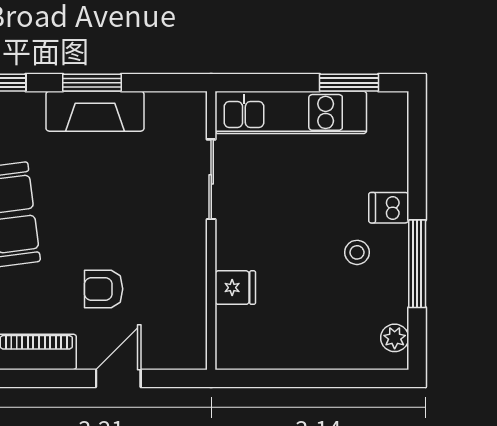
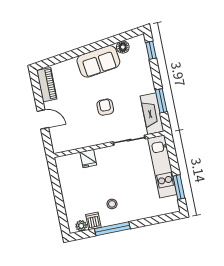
window: (92, 83) -> (161, 101), moved
fireplace: (95, 111) -> (152, 114), moved
dishwasher: (389, 208) -> (93, 221), moved
armchair: (104, 289) -> (105, 107), moved

